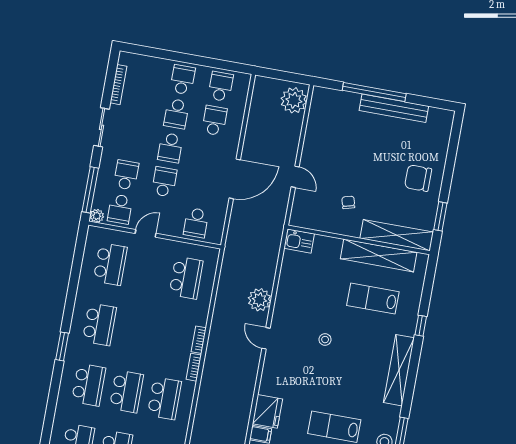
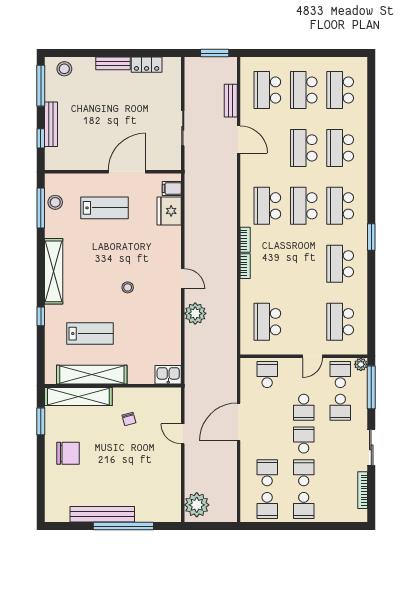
school desk: (214, 121) -> (267, 473), turned 180

